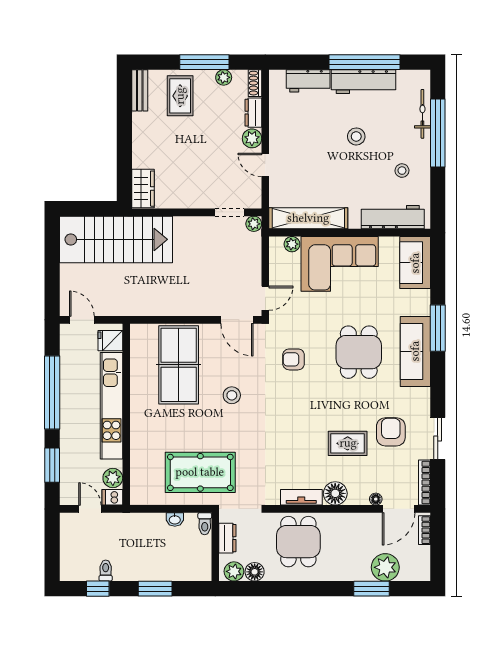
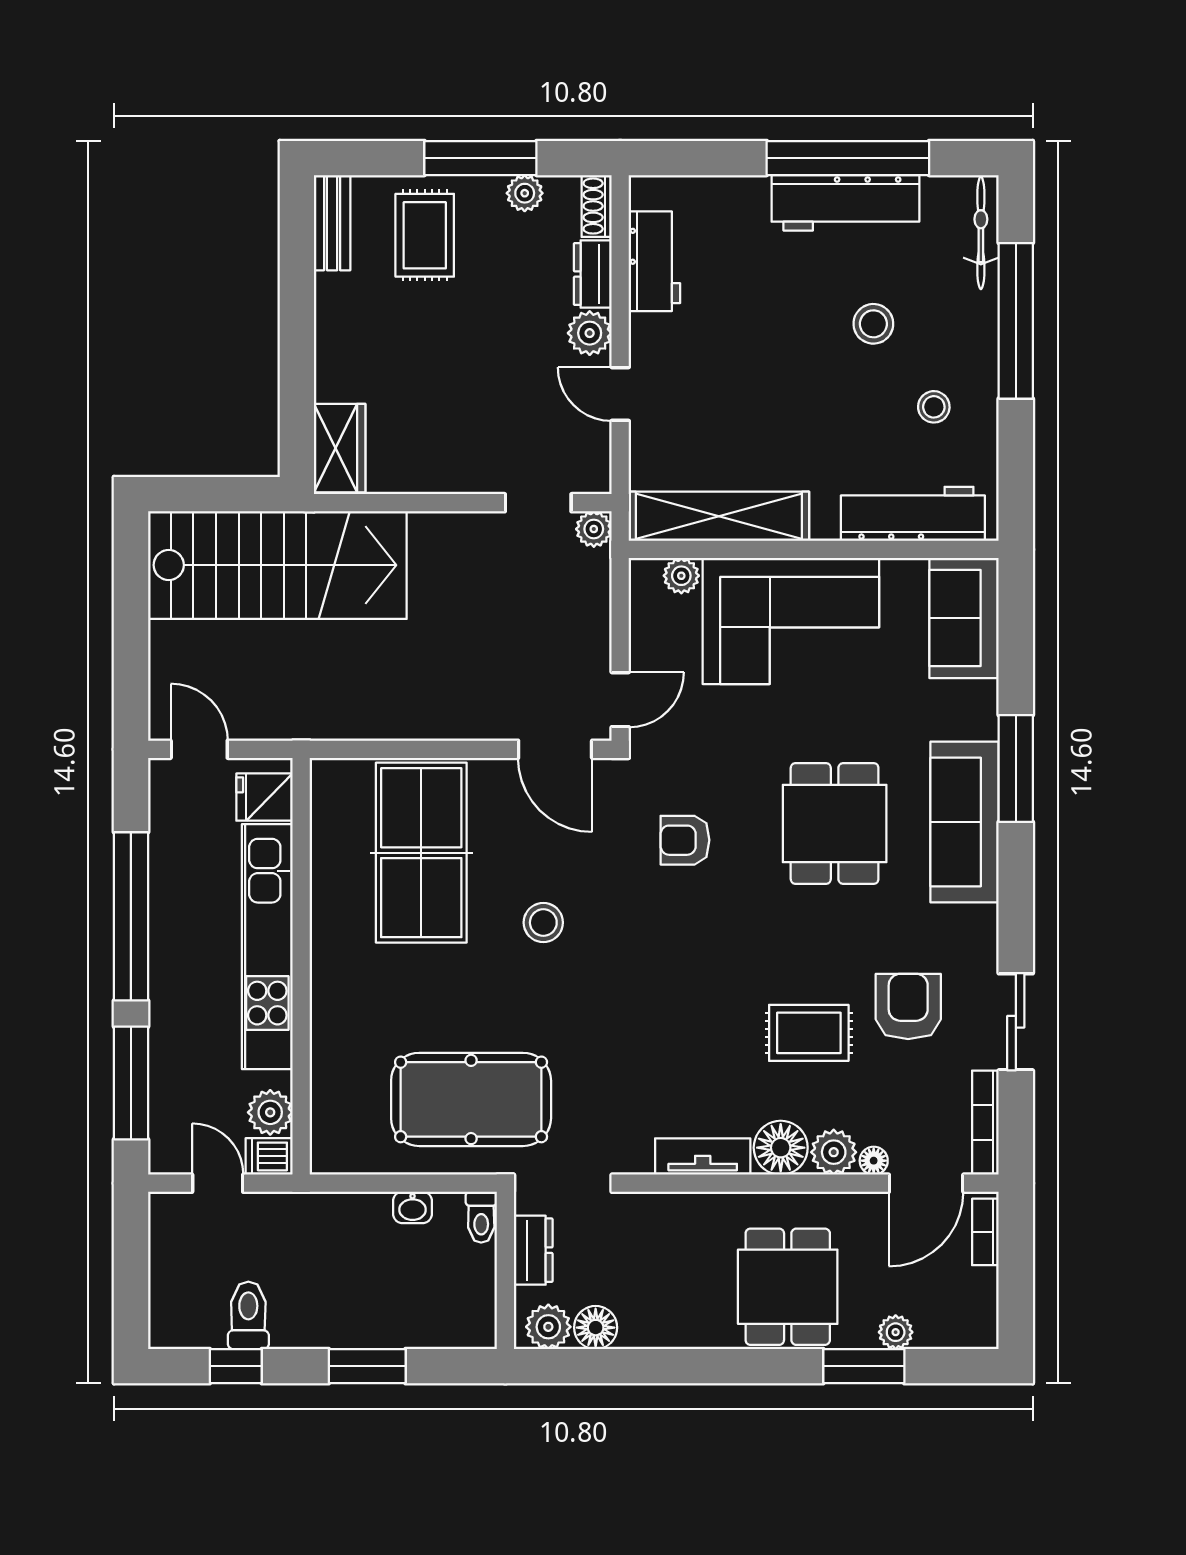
workbench: (308, 81) -> (654, 261), moved, turned -90
bicycle: (422, 114) -> (981, 233), moved
stool: (356, 136) -> (873, 324), moved
window: (52, 465) -> (131, 1083), width x1.44
plant: (358, 495) -> (834, 1152), added
dining table: (298, 542) -> (788, 1287), moved
plant: (385, 567) -> (896, 1332), width x0.53, depth x0.53
toilet: (106, 571) -> (248, 1315), width x1.37, depth x1.39

